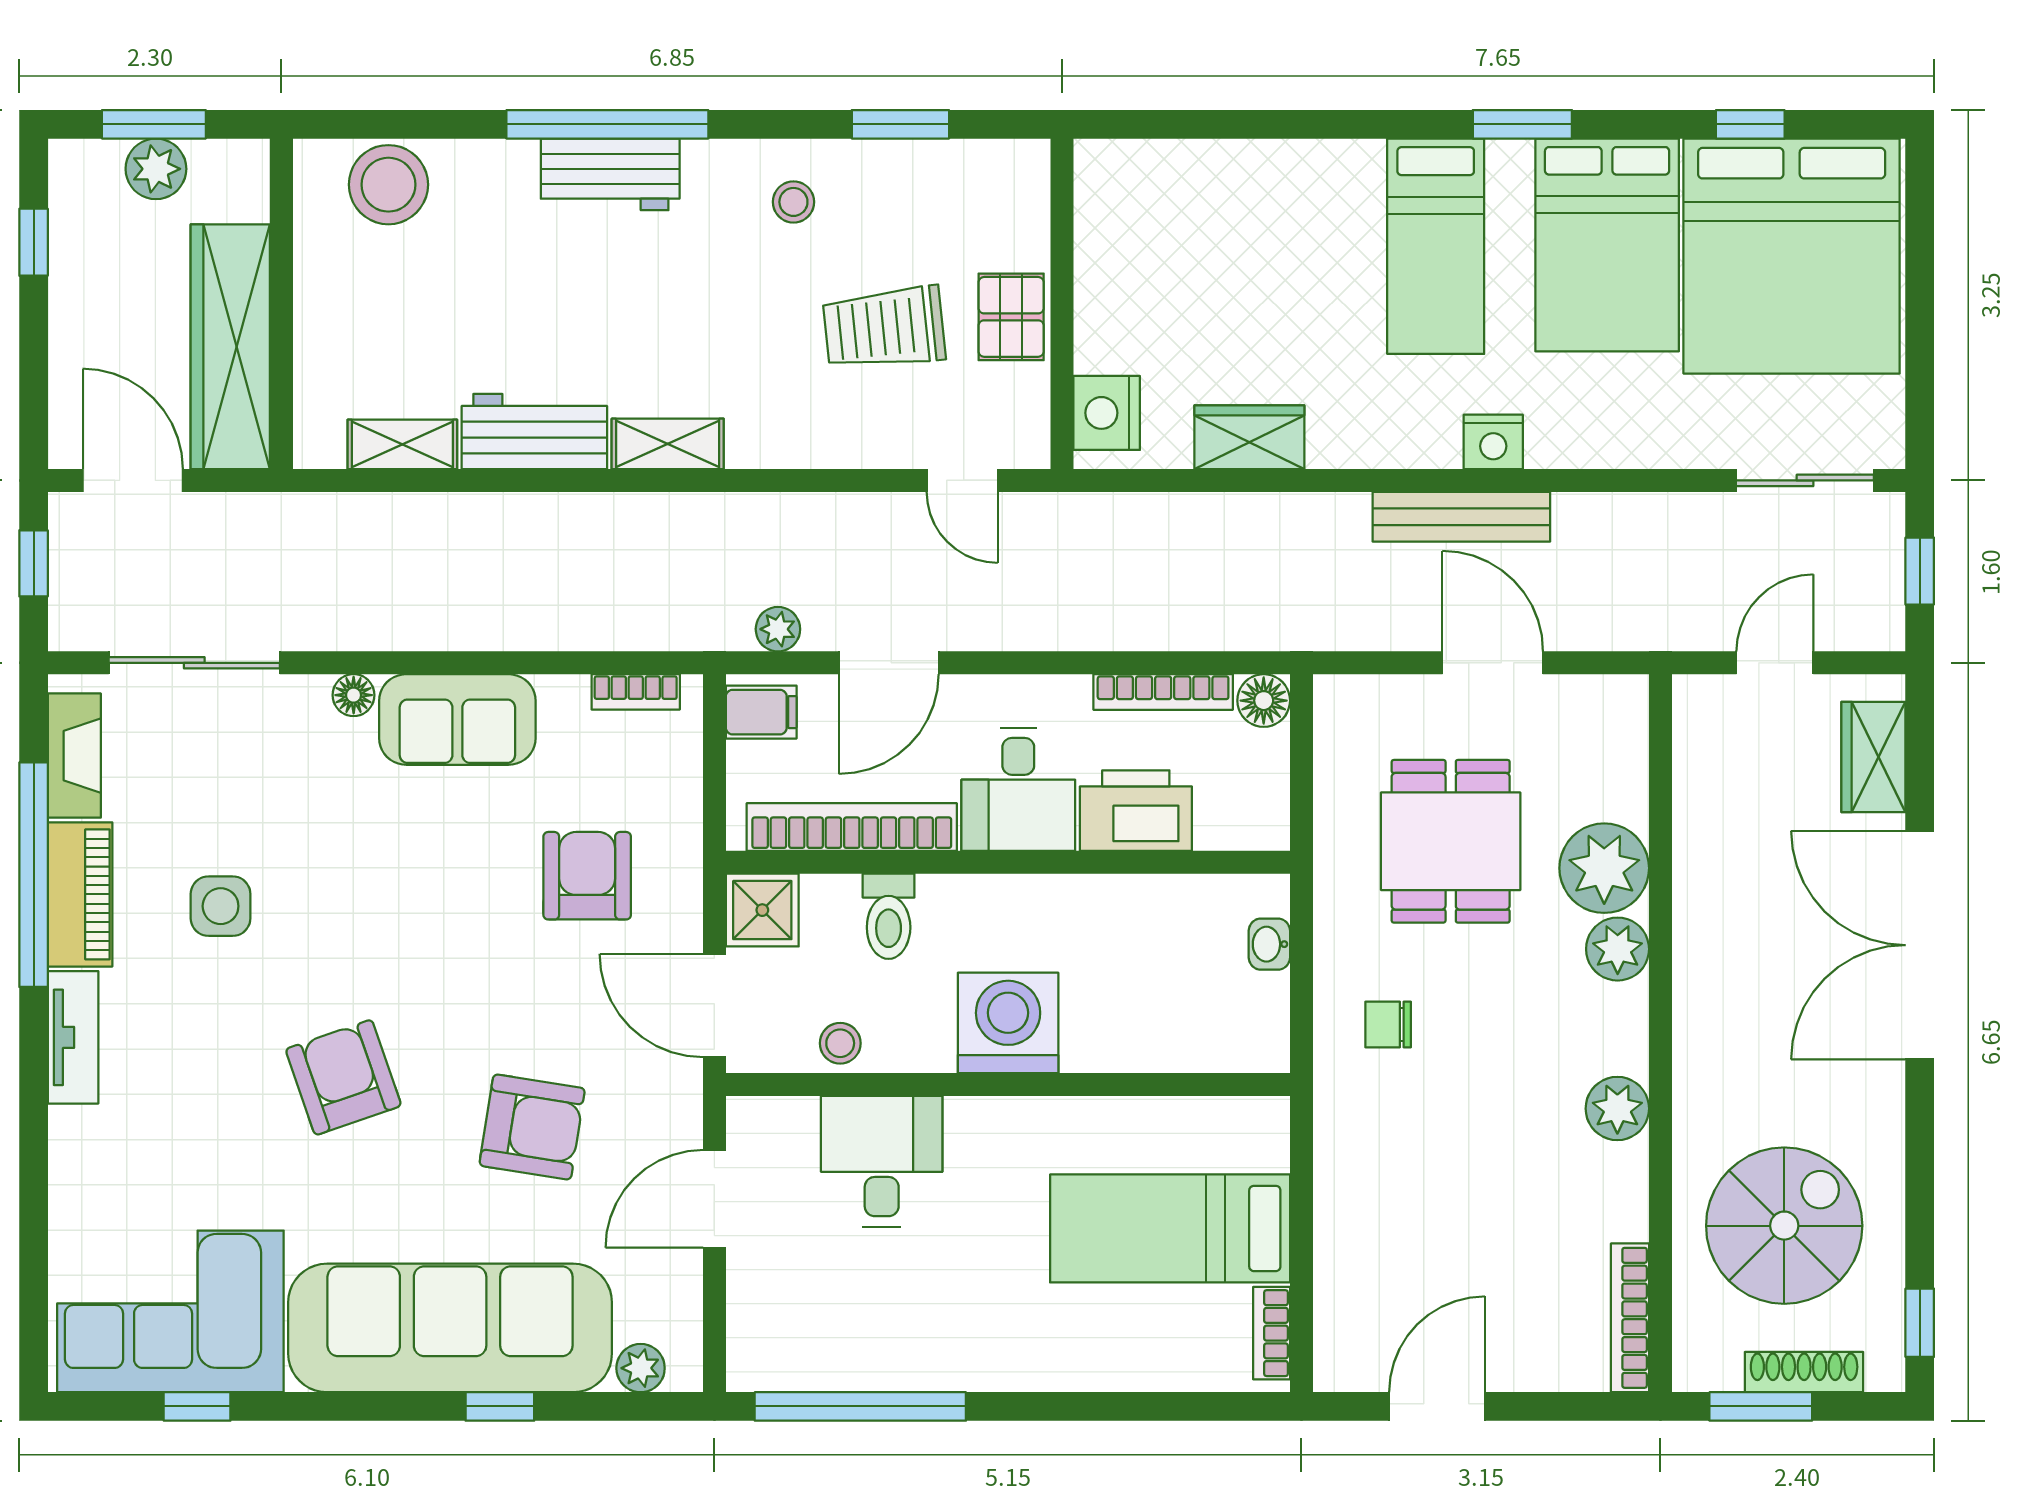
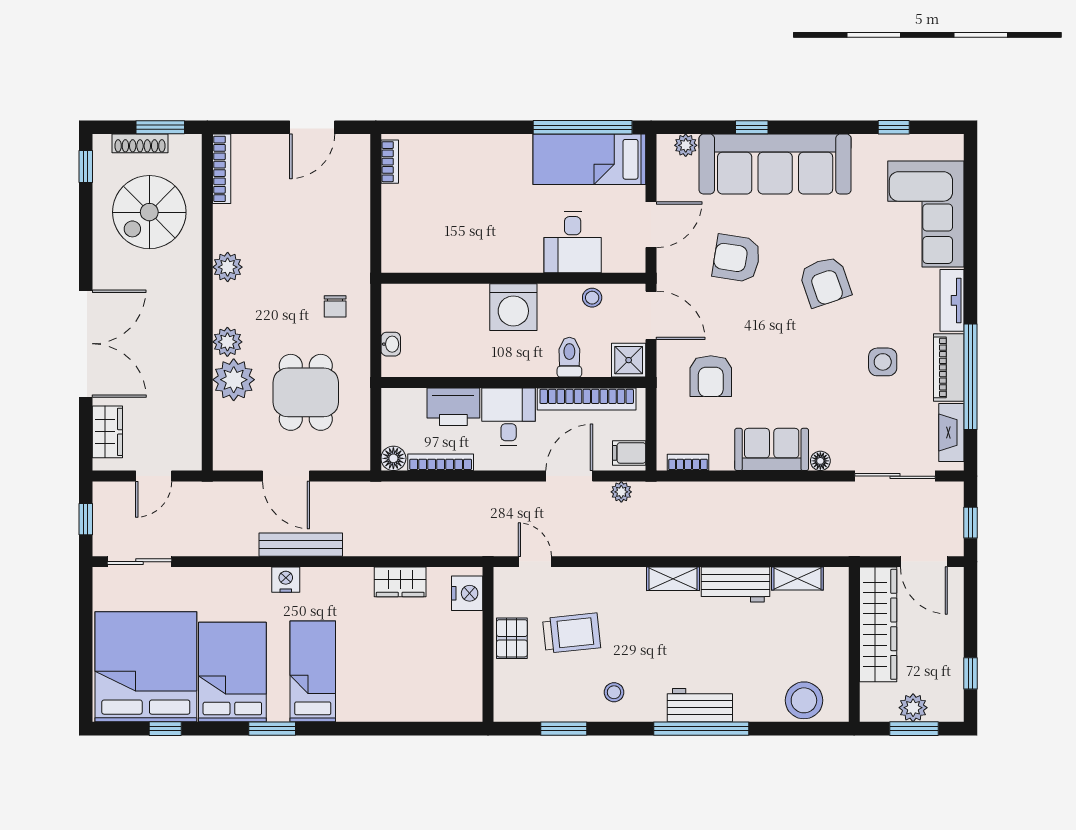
chair: (1388, 1025) -> (335, 306), turned 90
bed: (1170, 1228) -> (589, 159), moved, turned 180
corner sofa: (170, 1311) -> (926, 214), moved, turned 90

